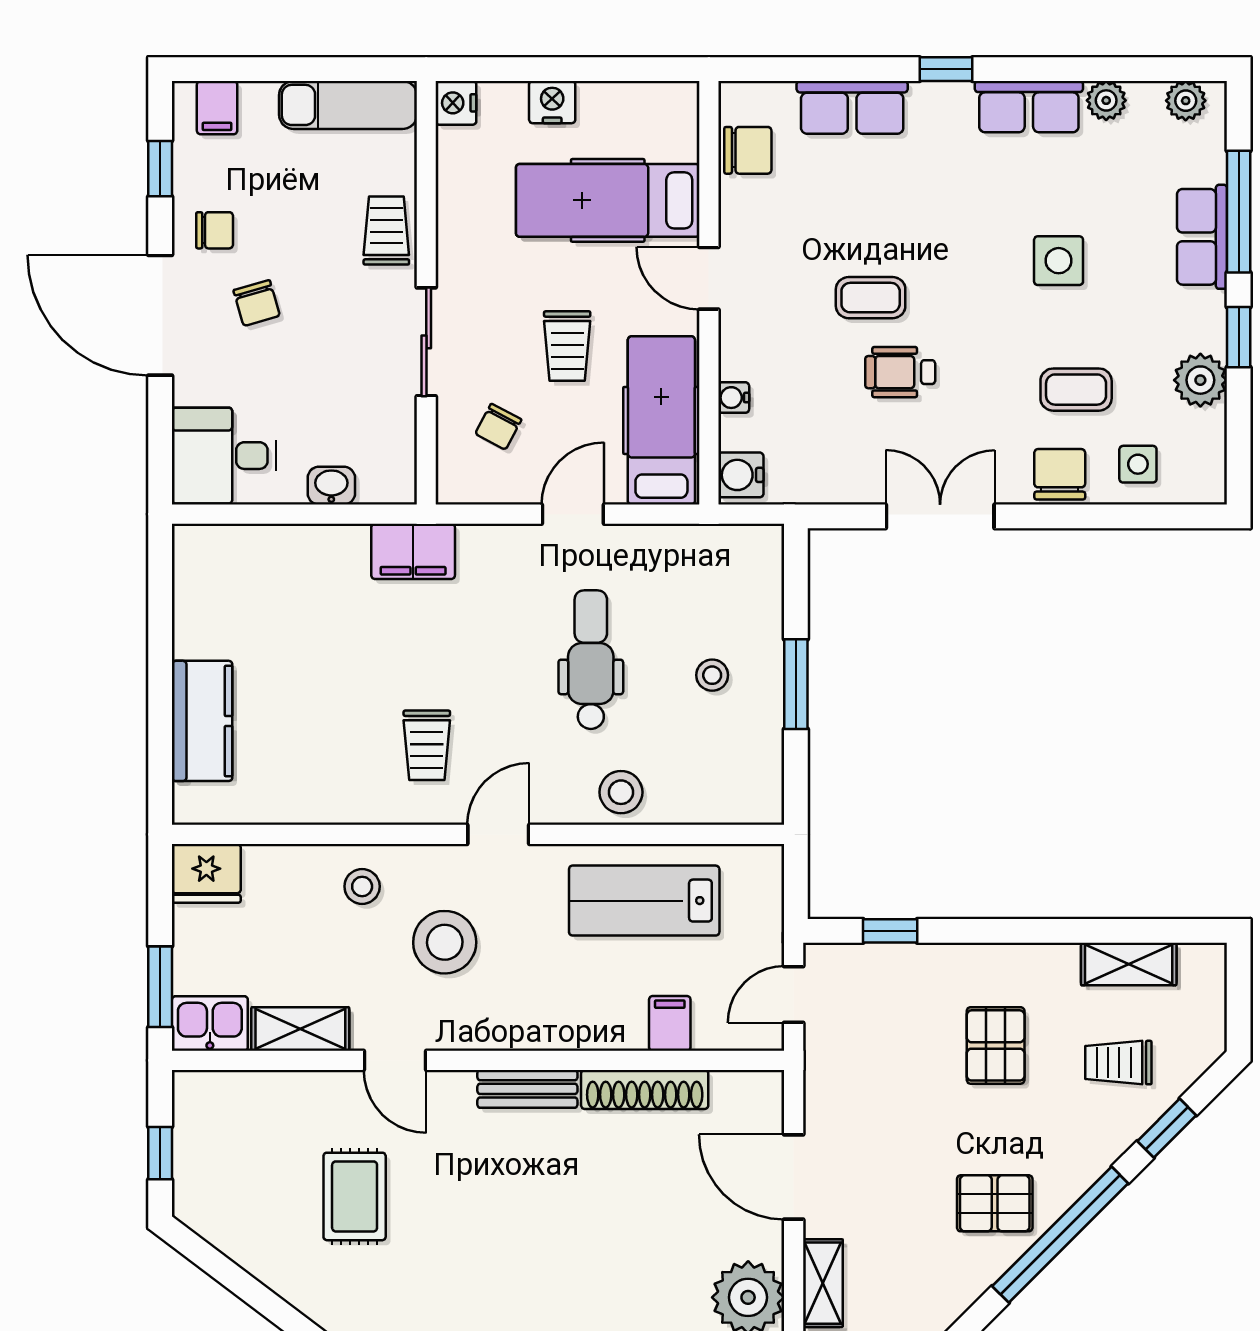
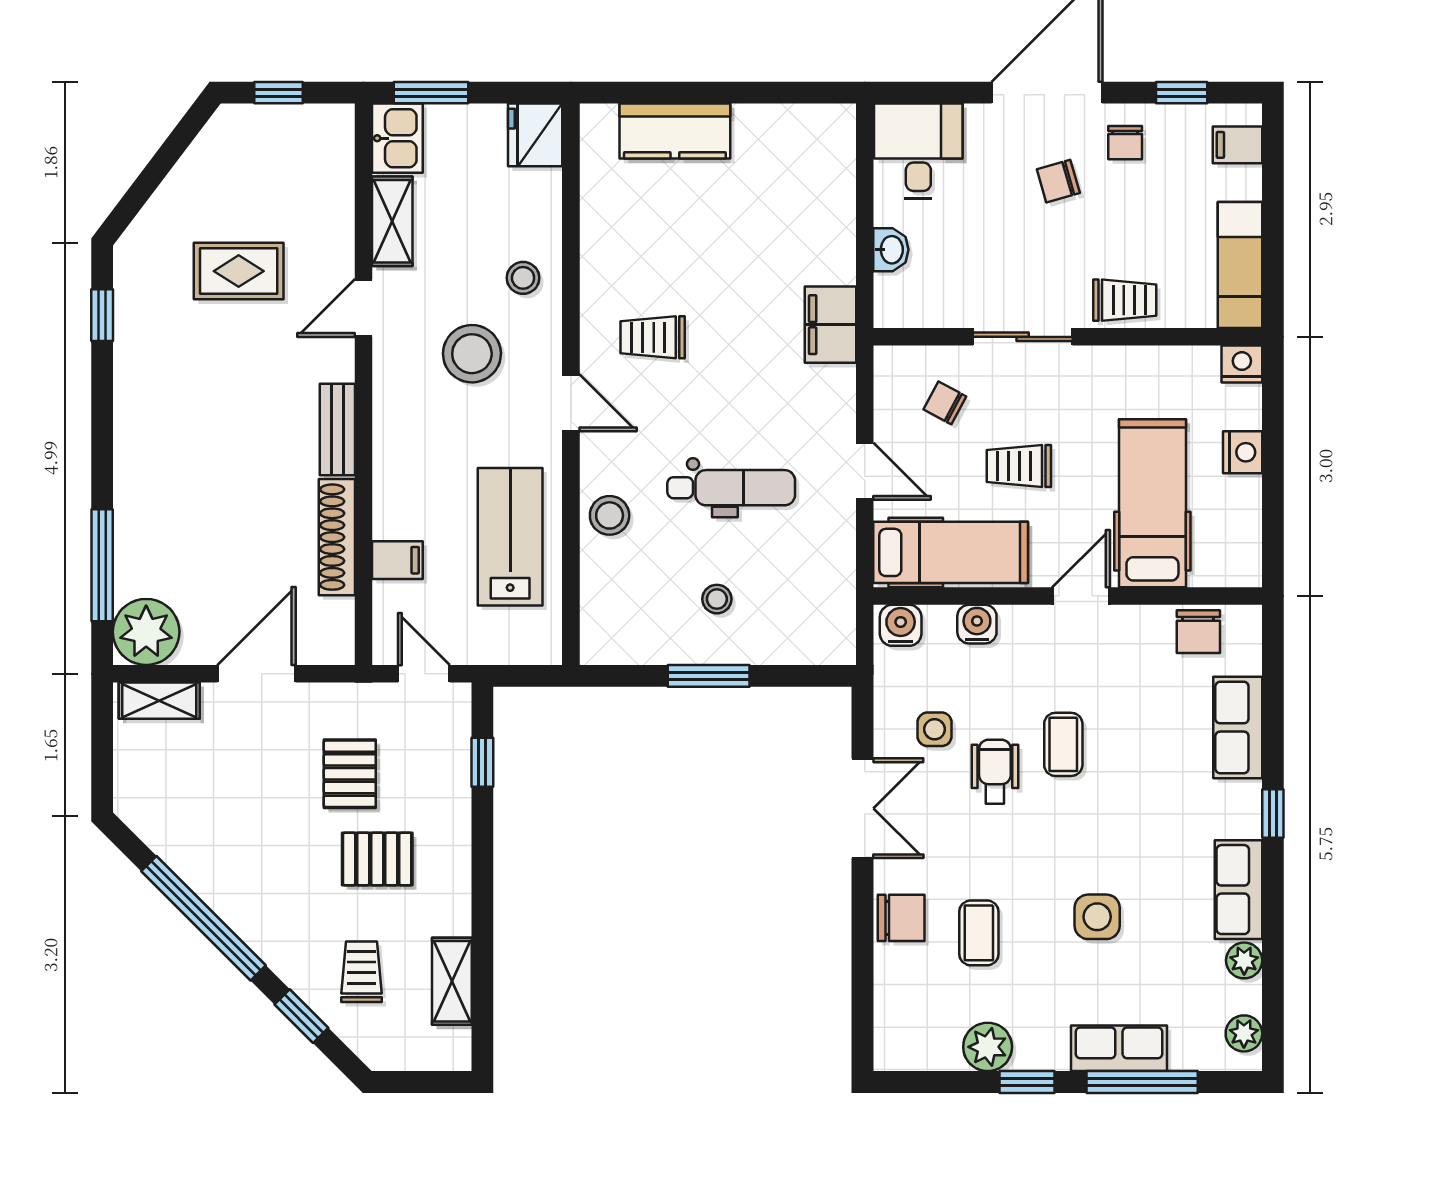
water cooler: (734, 398) -> (977, 624), width x1.38, depth x1.38
side table: (1138, 464) -> (935, 729), moved
pallet: (995, 1203) -> (350, 774), moved

